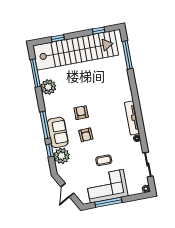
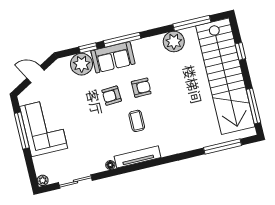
window: (99, 31) -> (253, 106), width x2.17
coffee table: (104, 160) -> (137, 121), moved

